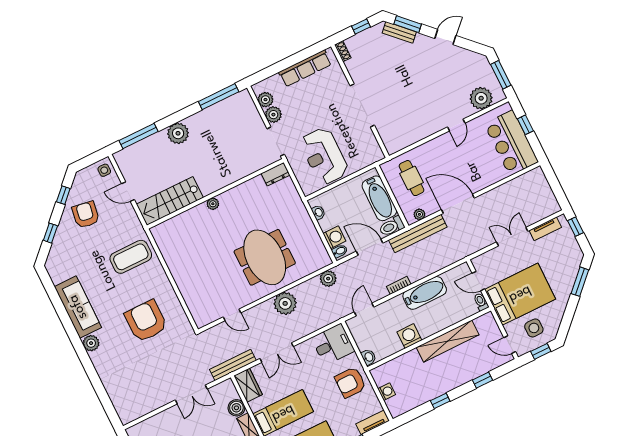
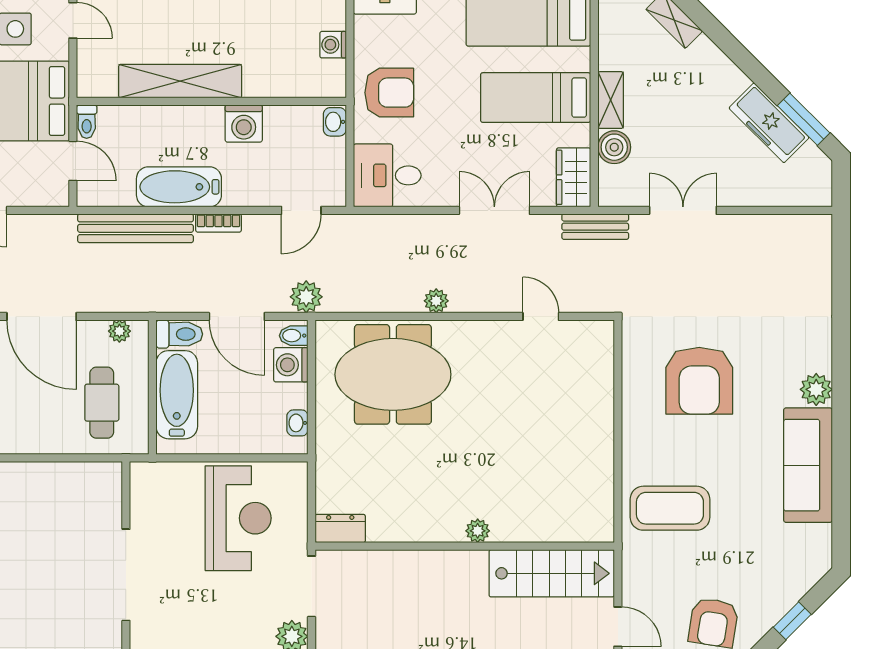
bench: (418, 233) -> (135, 228), moved
meeting table: (265, 257) -> (393, 374), moved, turned 90
plant: (328, 279) -> (306, 297), moved
plant: (285, 303) -> (436, 301), width x0.53, depth x0.53
bench: (233, 365) -> (595, 227), width x0.73

